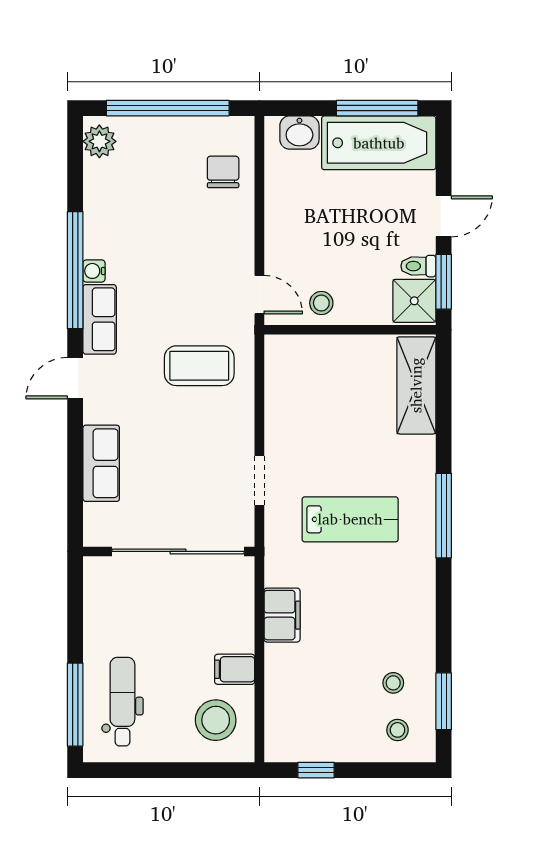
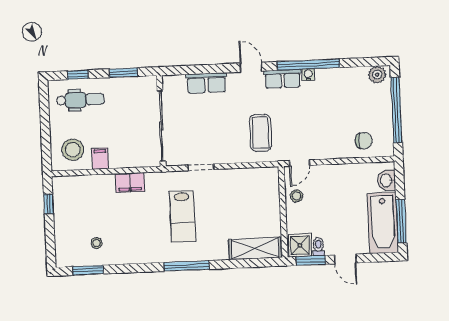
window: (75, 618) -> (123, 73), added
window: (75, 705) -> (78, 75), width x0.46
stool: (397, 730) -> (72, 246), removed

